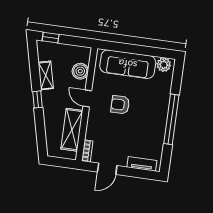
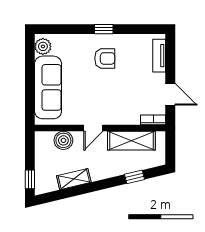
window: (38, 99) -> (135, 177), moved
armchair: (120, 105) -> (105, 58), moved, turned -90
window: (171, 119) -> (104, 29), width x0.32

